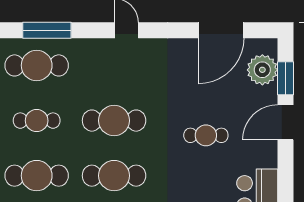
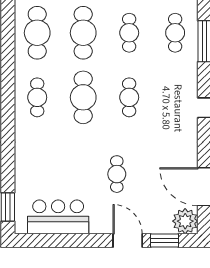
cafe table: (37, 65) -> (175, 33), width x0.73, depth x0.74
plant: (262, 70) -> (185, 221), moved
cafe table: (114, 121) -> (129, 97), width x0.73, depth x0.74

